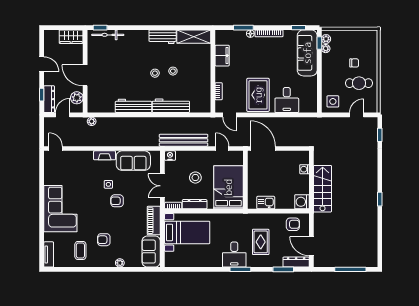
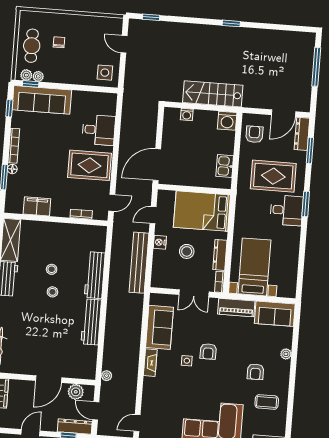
cafe table: (359, 83) -> (32, 46), moved
nightstand: (170, 156) -> (160, 242), moved
rug: (261, 242) -> (273, 176), width x1.36, depth x1.43

